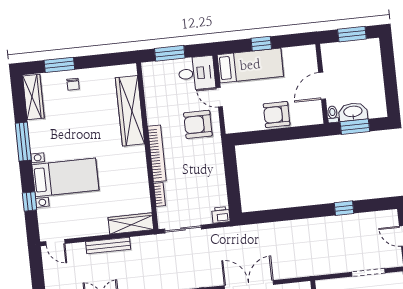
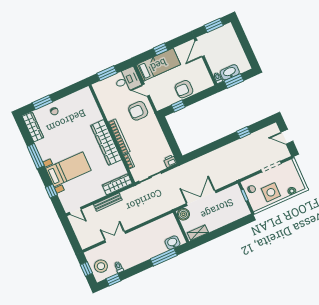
door: (322, 86) -> (199, 48), moved
wardrobe: (130, 111) -> (106, 143), moved
window: (260, 137) -> (178, 106), added

